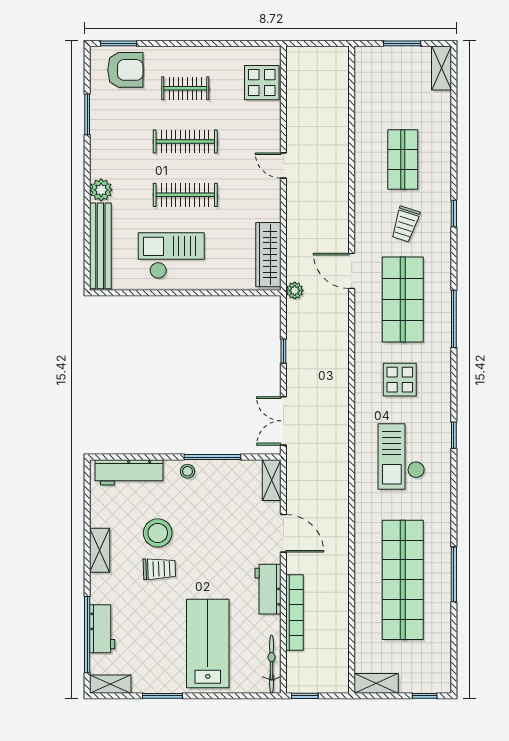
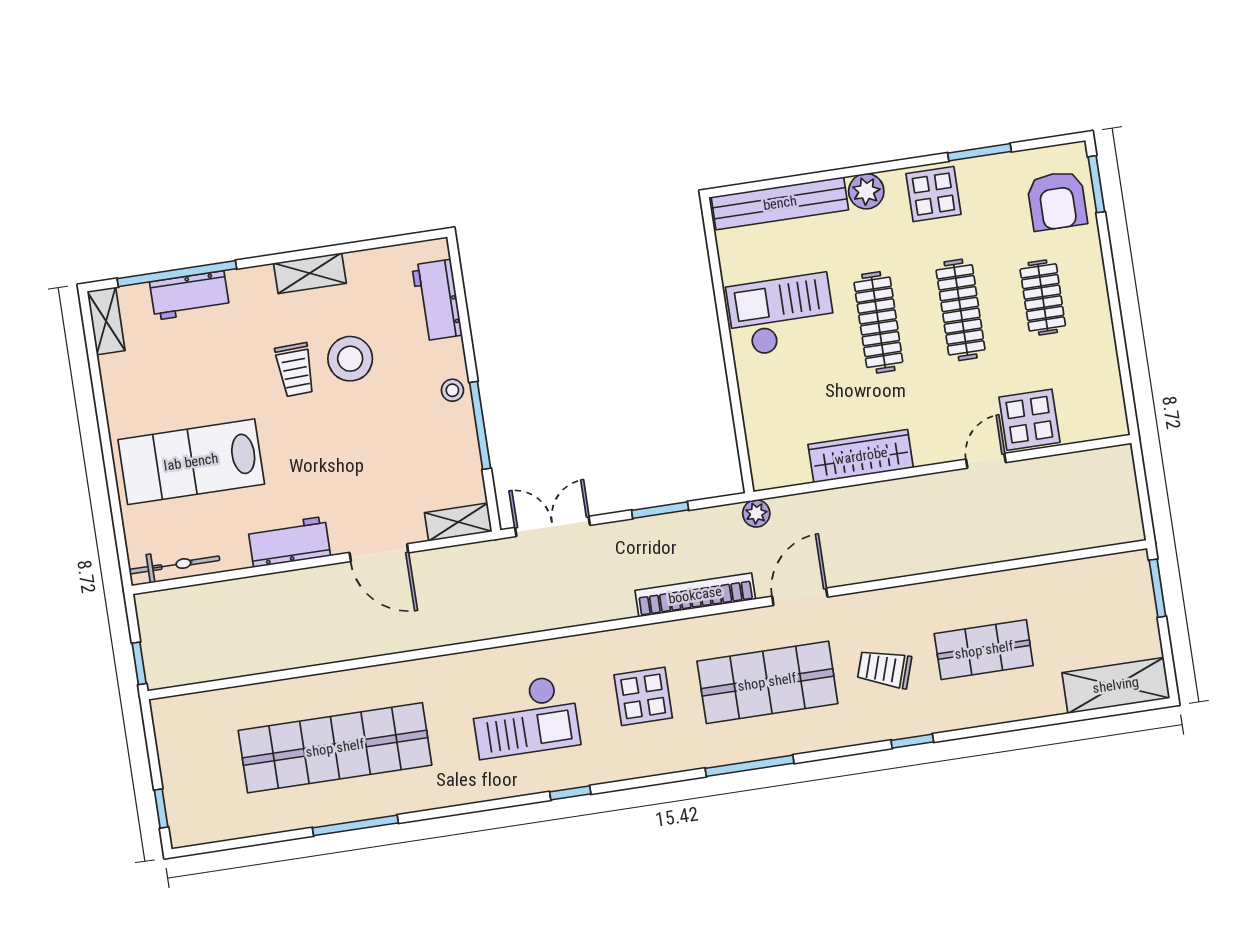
window: (402, 43) -> (1157, 588), moved
shelving: (441, 68) -> (1116, 685), width x1.50, depth x1.33
display table: (262, 83) -> (1029, 420), moved
display table: (109, 148) -> (933, 194), added
door: (283, 165) -> (986, 461), moved
wardrobe: (268, 255) -> (861, 456), moved
checkout: (171, 256) -> (781, 315), turned -90
window: (283, 351) -> (660, 510), width x1.50
checkout: (401, 457) -> (525, 717), turned 180
workbench: (129, 472) -> (437, 300), width x0.73
door: (283, 533) -> (379, 553), hinge flipped
bookcase: (294, 612) -> (695, 595), moved, turned 180
lab bench: (208, 644) -> (191, 462), turned 180
shelving: (376, 683) -> (169, 731), removed
window: (162, 696) -> (100, 404), removed
window: (305, 696) -> (139, 663), moved

